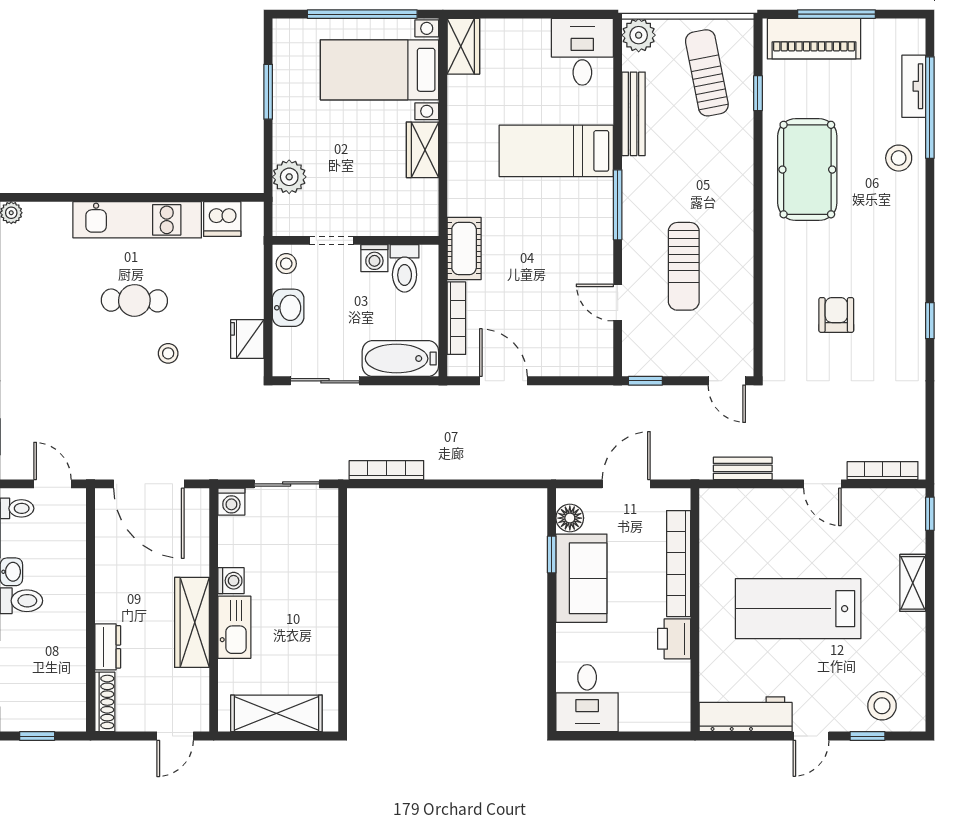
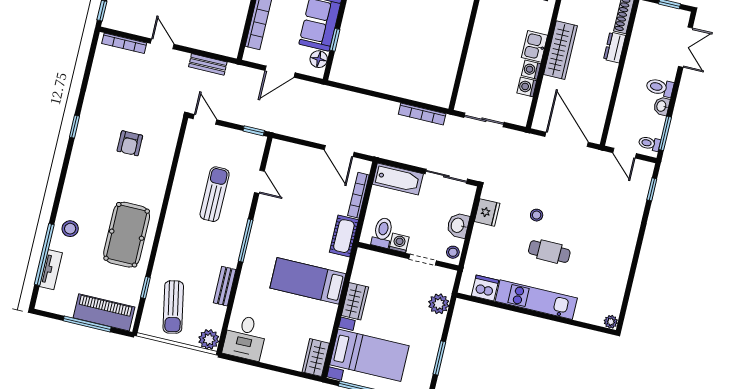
bench: (634, 114) -> (225, 286), width x0.73
bed: (556, 151) -> (308, 281), moved, turned 180
washing machine: (231, 502) -> (527, 87), moved, turned -90
kitchen sink: (234, 627) -> (534, 46), width x0.73

